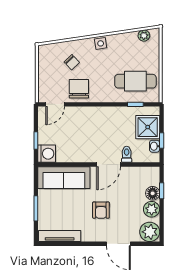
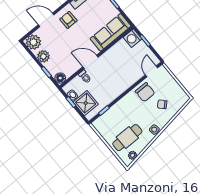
cafe table: (135, 81) -> (127, 138), moved
door: (109, 165) -> (91, 62), hinge flipped
floor lamp: (153, 193) -> (60, 78), moved
armchair: (101, 210) -> (68, 20), moved

